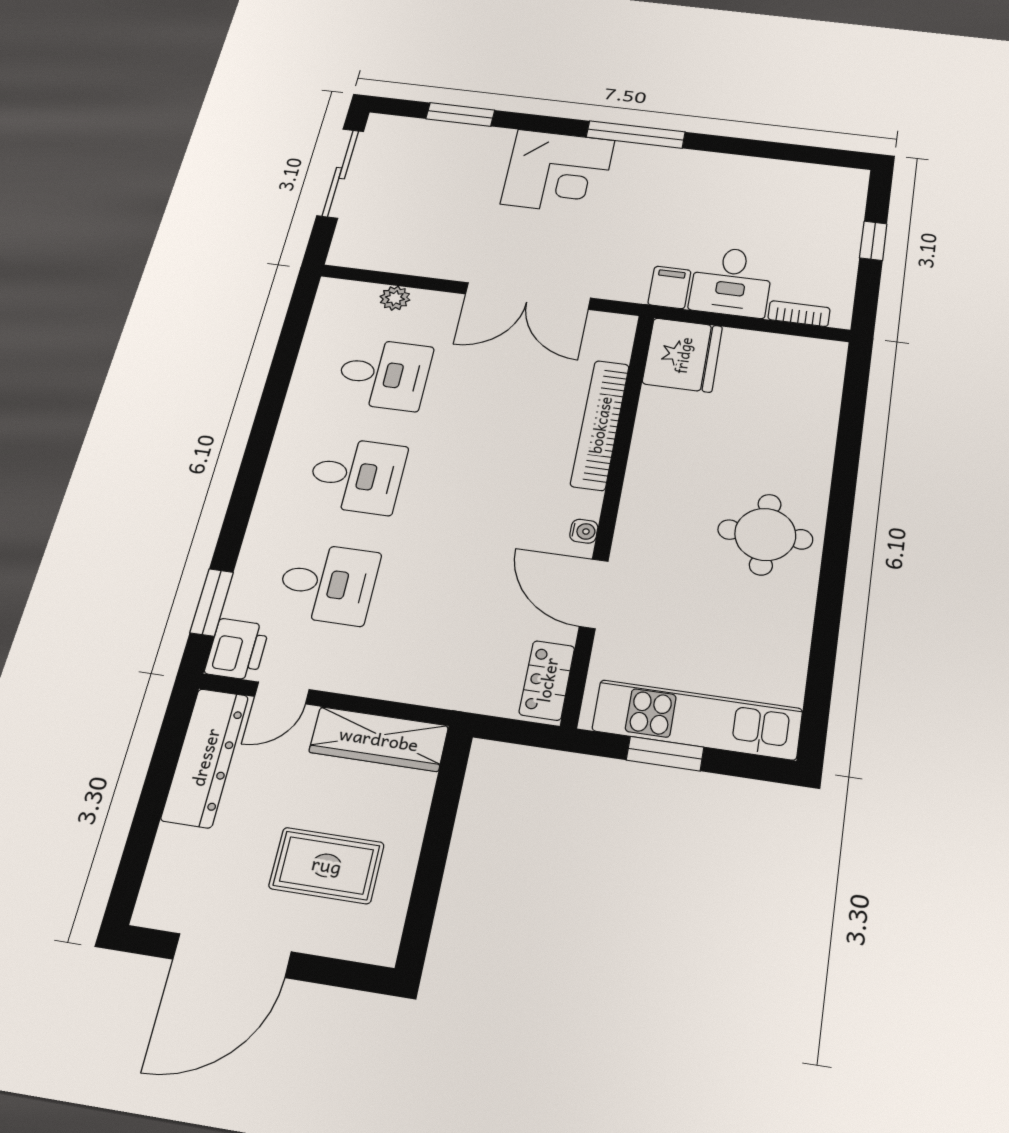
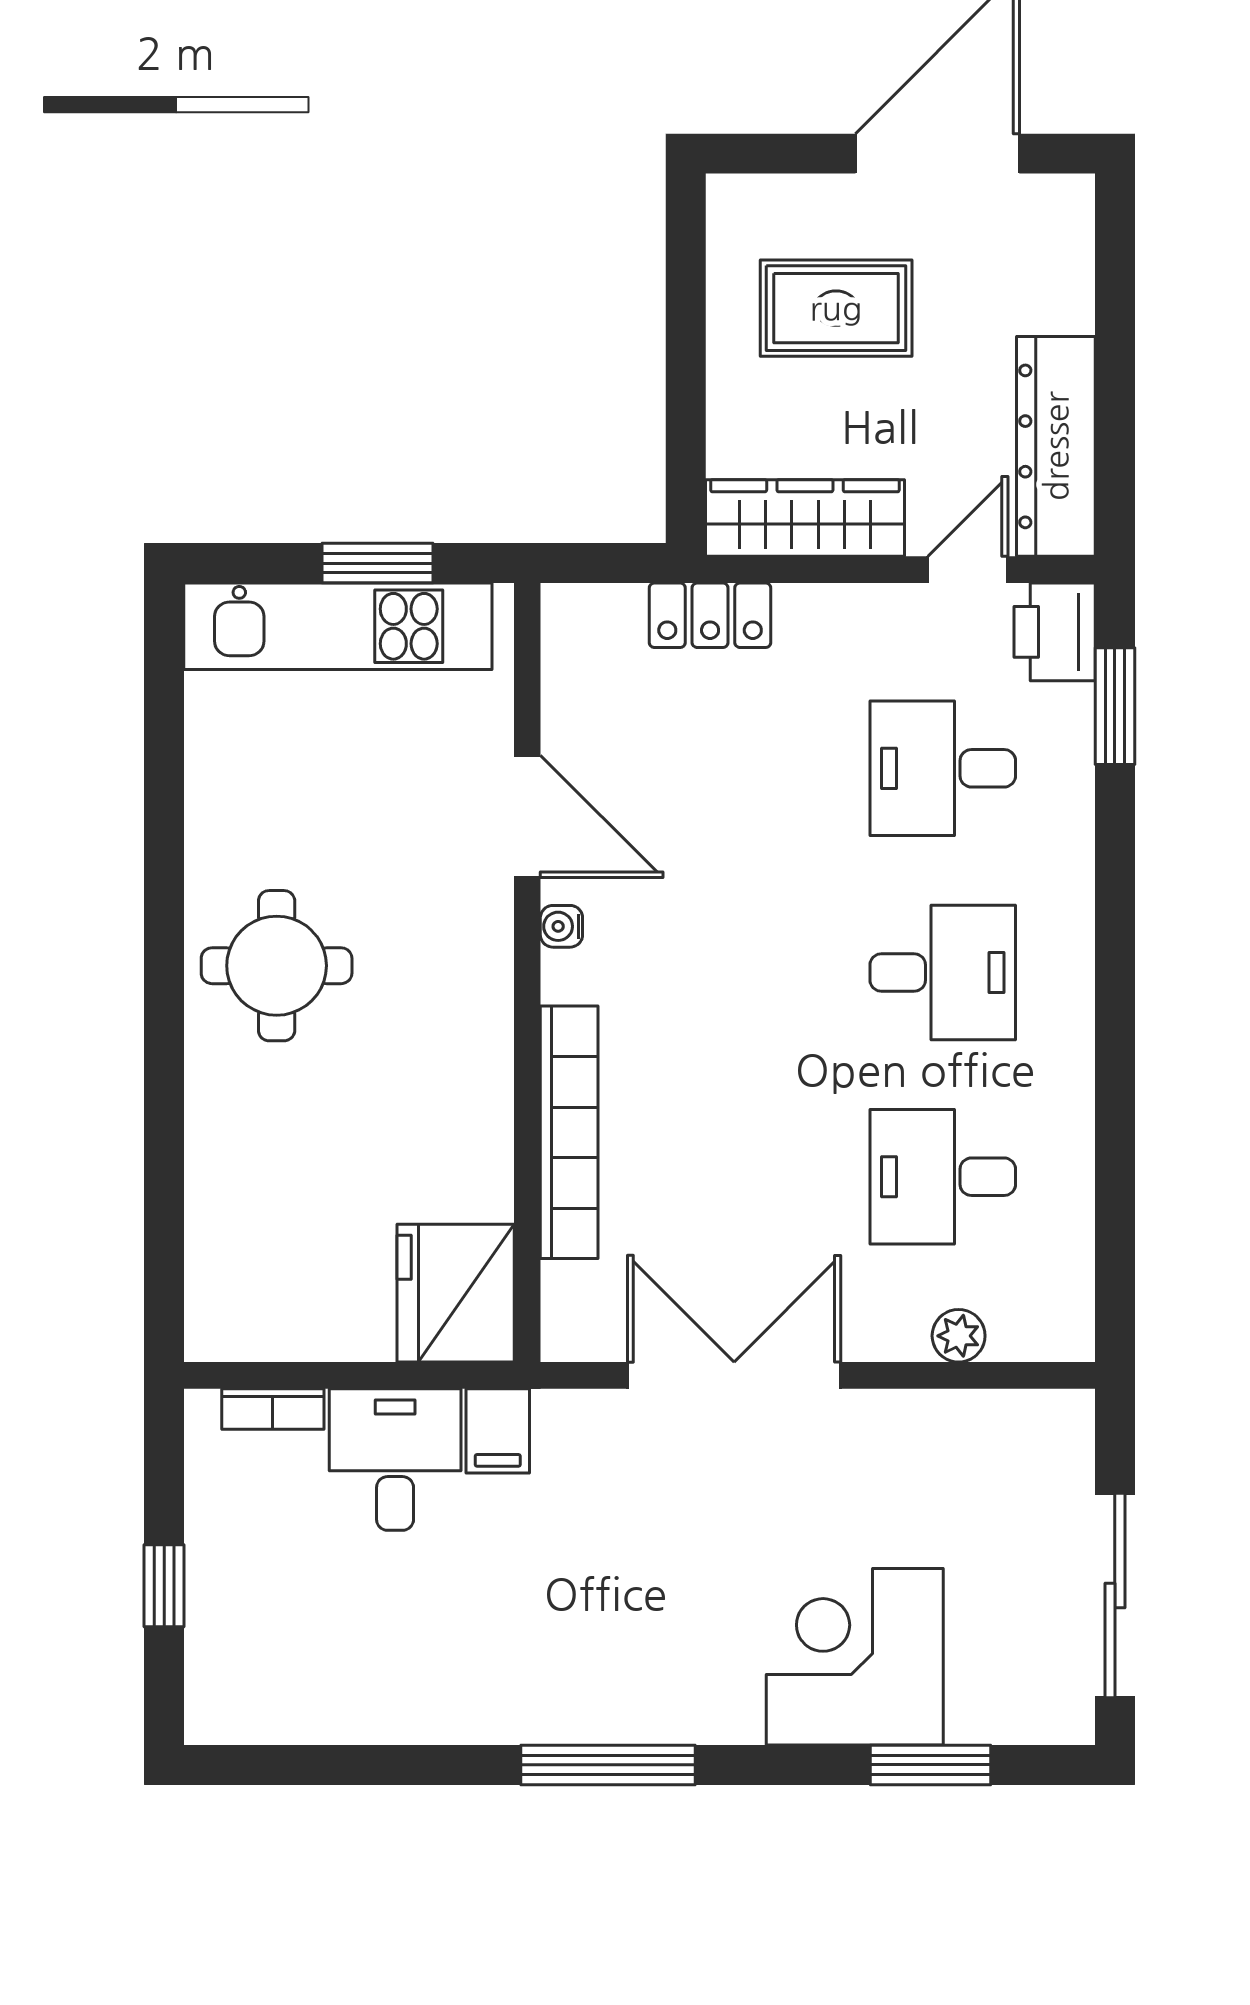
corner desk: (558, 172) -> (855, 1657), moved
desk: (357, 476) -> (943, 973), turned 180
locker: (547, 680) -> (710, 615), moved, turned 90

